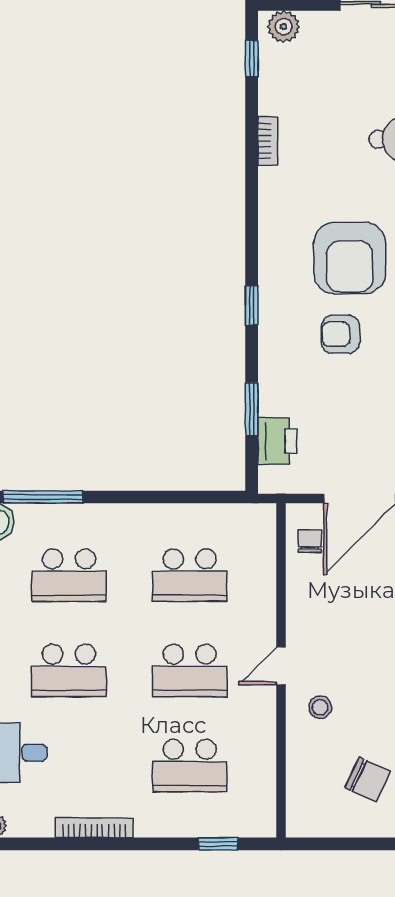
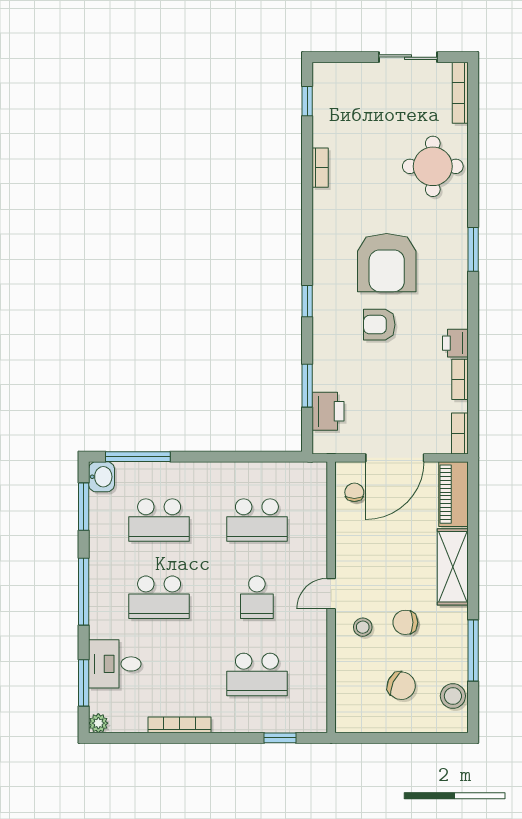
plant: (284, 27) -> (333, 75), removed
school desk: (190, 670) -> (257, 597), width x0.54
chair: (373, 701) -> (405, 622), added

